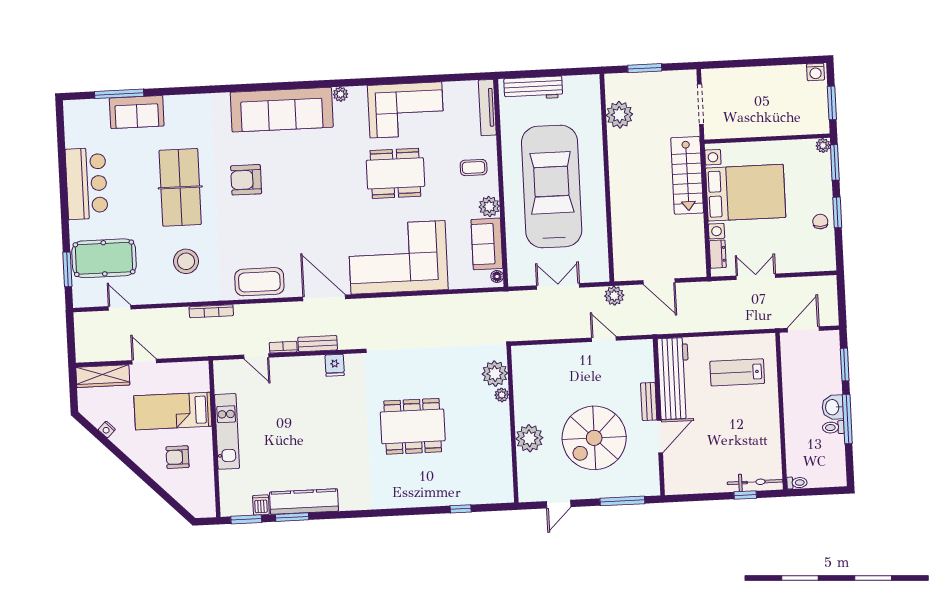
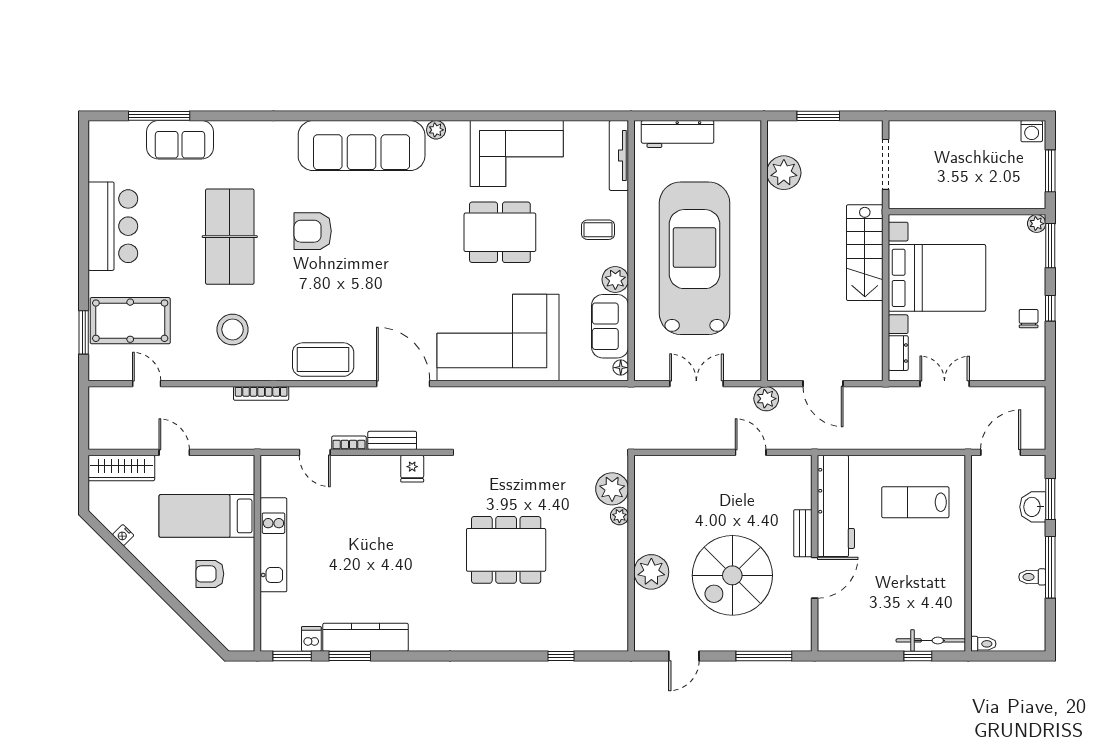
window: (837, 212) -> (1050, 308), width x0.67
washbasin: (833, 407) -> (1033, 507), moved

